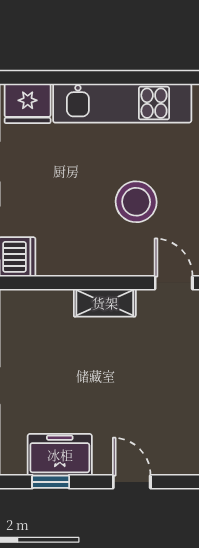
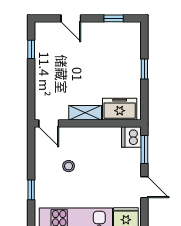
stool: (136, 202) -> (69, 166), width x0.53, depth x0.53
freezer: (60, 455) -> (120, 109), moved, turned 180

